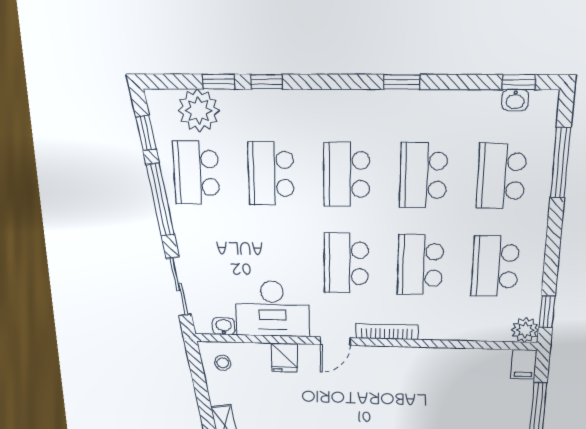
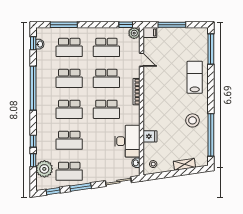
window: (402, 82) -> (33, 88), width x3.17
window: (160, 200) -> (81, 187), width x0.69
door: (335, 341) -> (142, 60), moved

